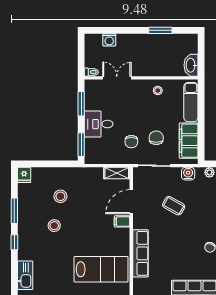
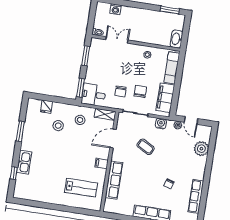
window: (160, 30) -> (170, 10), moved
desk: (99, 124) -> (94, 95), moved
fridge: (24, 175) -> (47, 107), moved
filing cabinet: (122, 221) -> (102, 164), moved
stool: (54, 226) -> (80, 120), moved
window: (14, 242) -> (14, 173), moved
lab bench: (101, 269) -> (81, 188), width x0.73, depth x0.72
kitchen sink: (25, 275) -> (24, 162), moved

